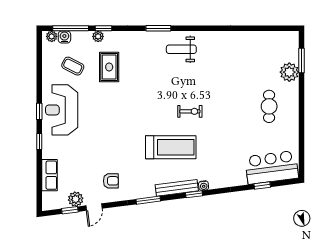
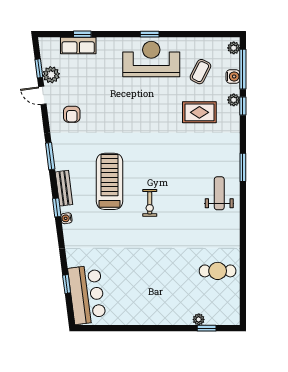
water cooler: (64, 37) -> (233, 76), moved
window: (302, 60) -> (207, 328), width x0.67
plant: (289, 72) -> (199, 319), width x0.53, depth x0.53
cafe table: (269, 106) -> (218, 271), moved
window: (39, 142) -> (82, 34), moved
treadmill: (171, 147) -> (109, 181), turned 180
bench: (177, 188) -> (64, 188), width x0.73

